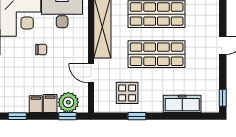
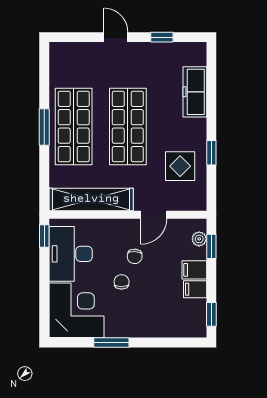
chair: (60, 59) -> (135, 256), added
window: (223, 98) -> (162, 37), moved
plant: (68, 102) -> (199, 239), width x0.53, depth x0.53

